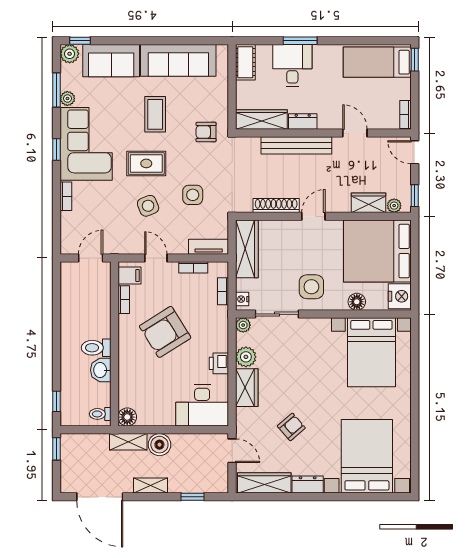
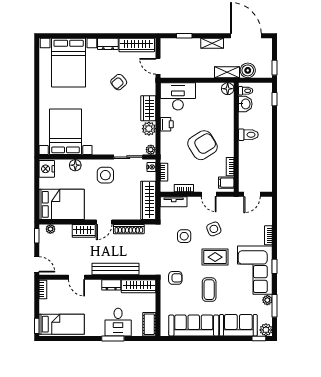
wardrobe: (369, 203) -> (84, 231), moved
bed: (377, 251) -> (62, 204), width x0.73
washbasin: (101, 370) -> (245, 104), moved
boiler: (159, 445) -> (248, 70), moved

